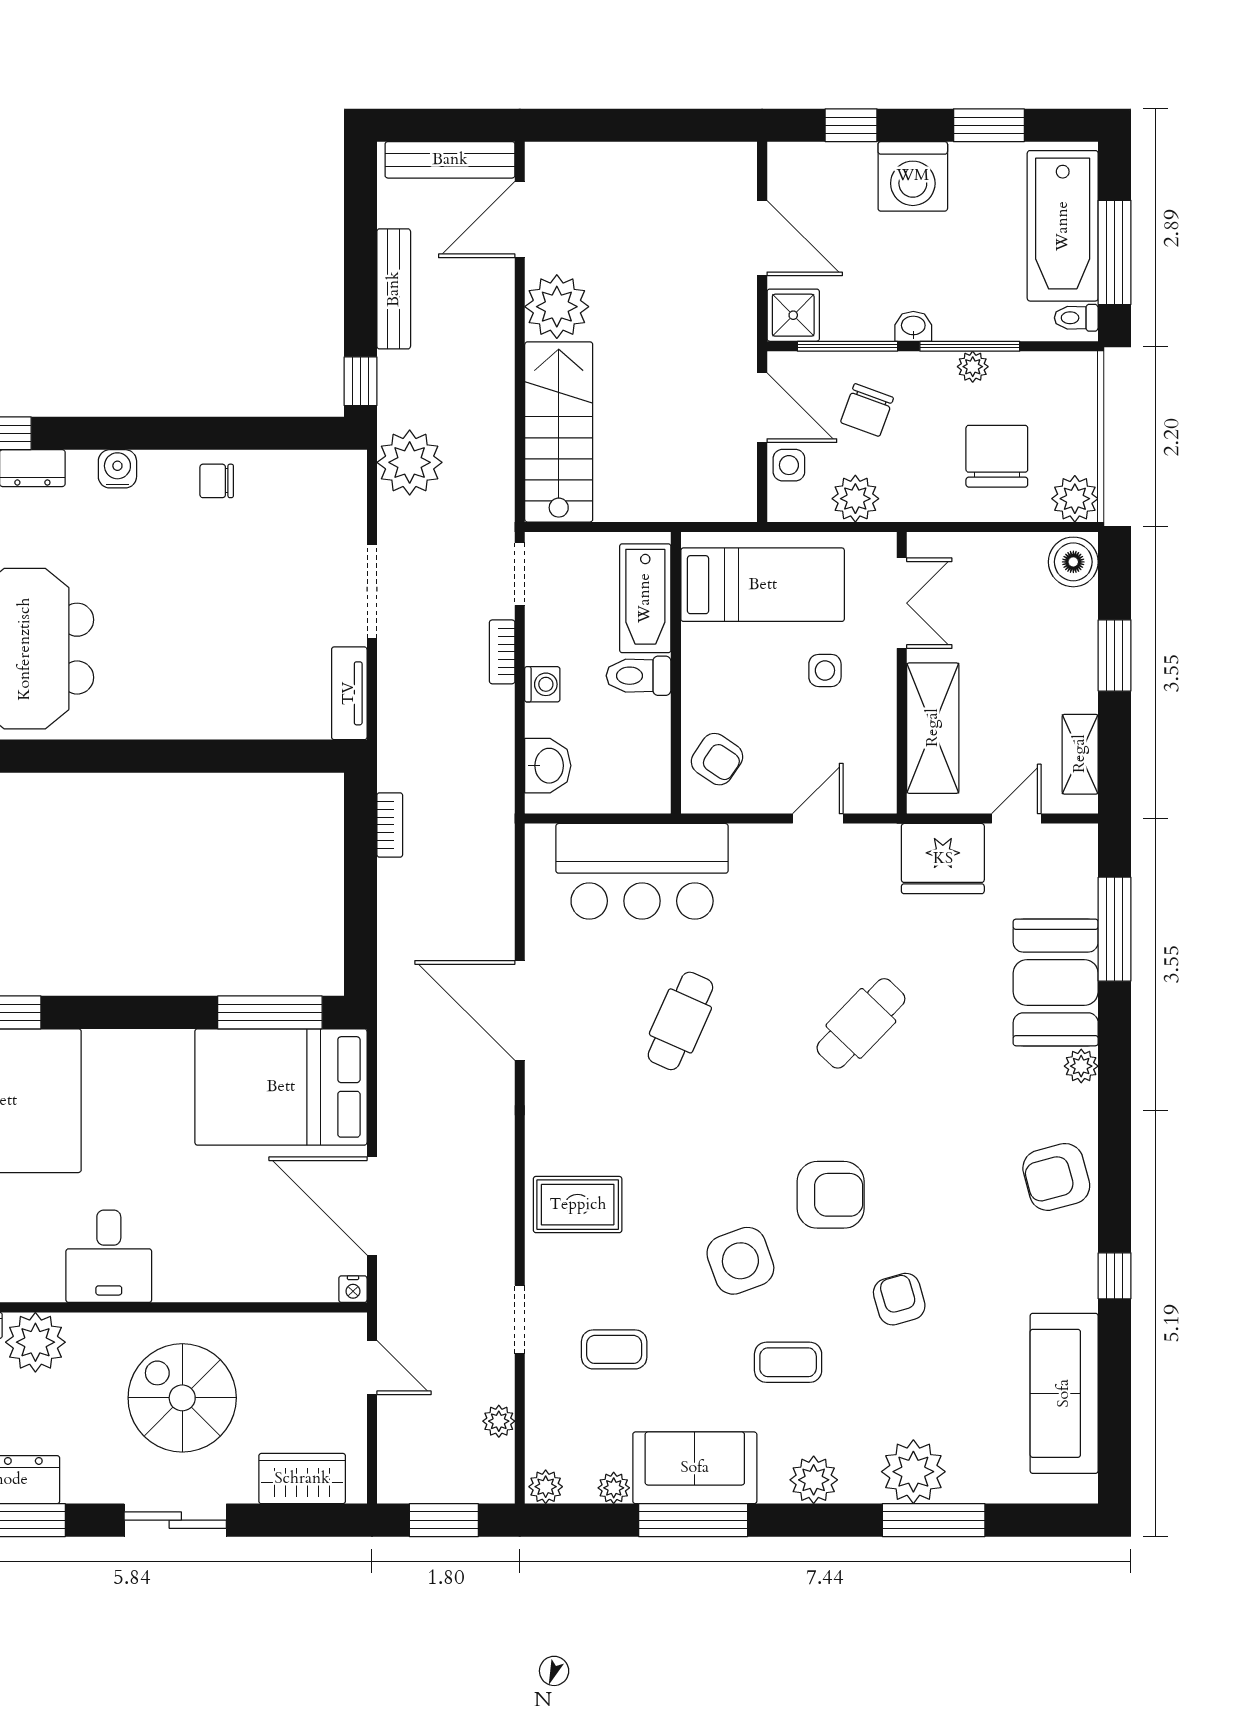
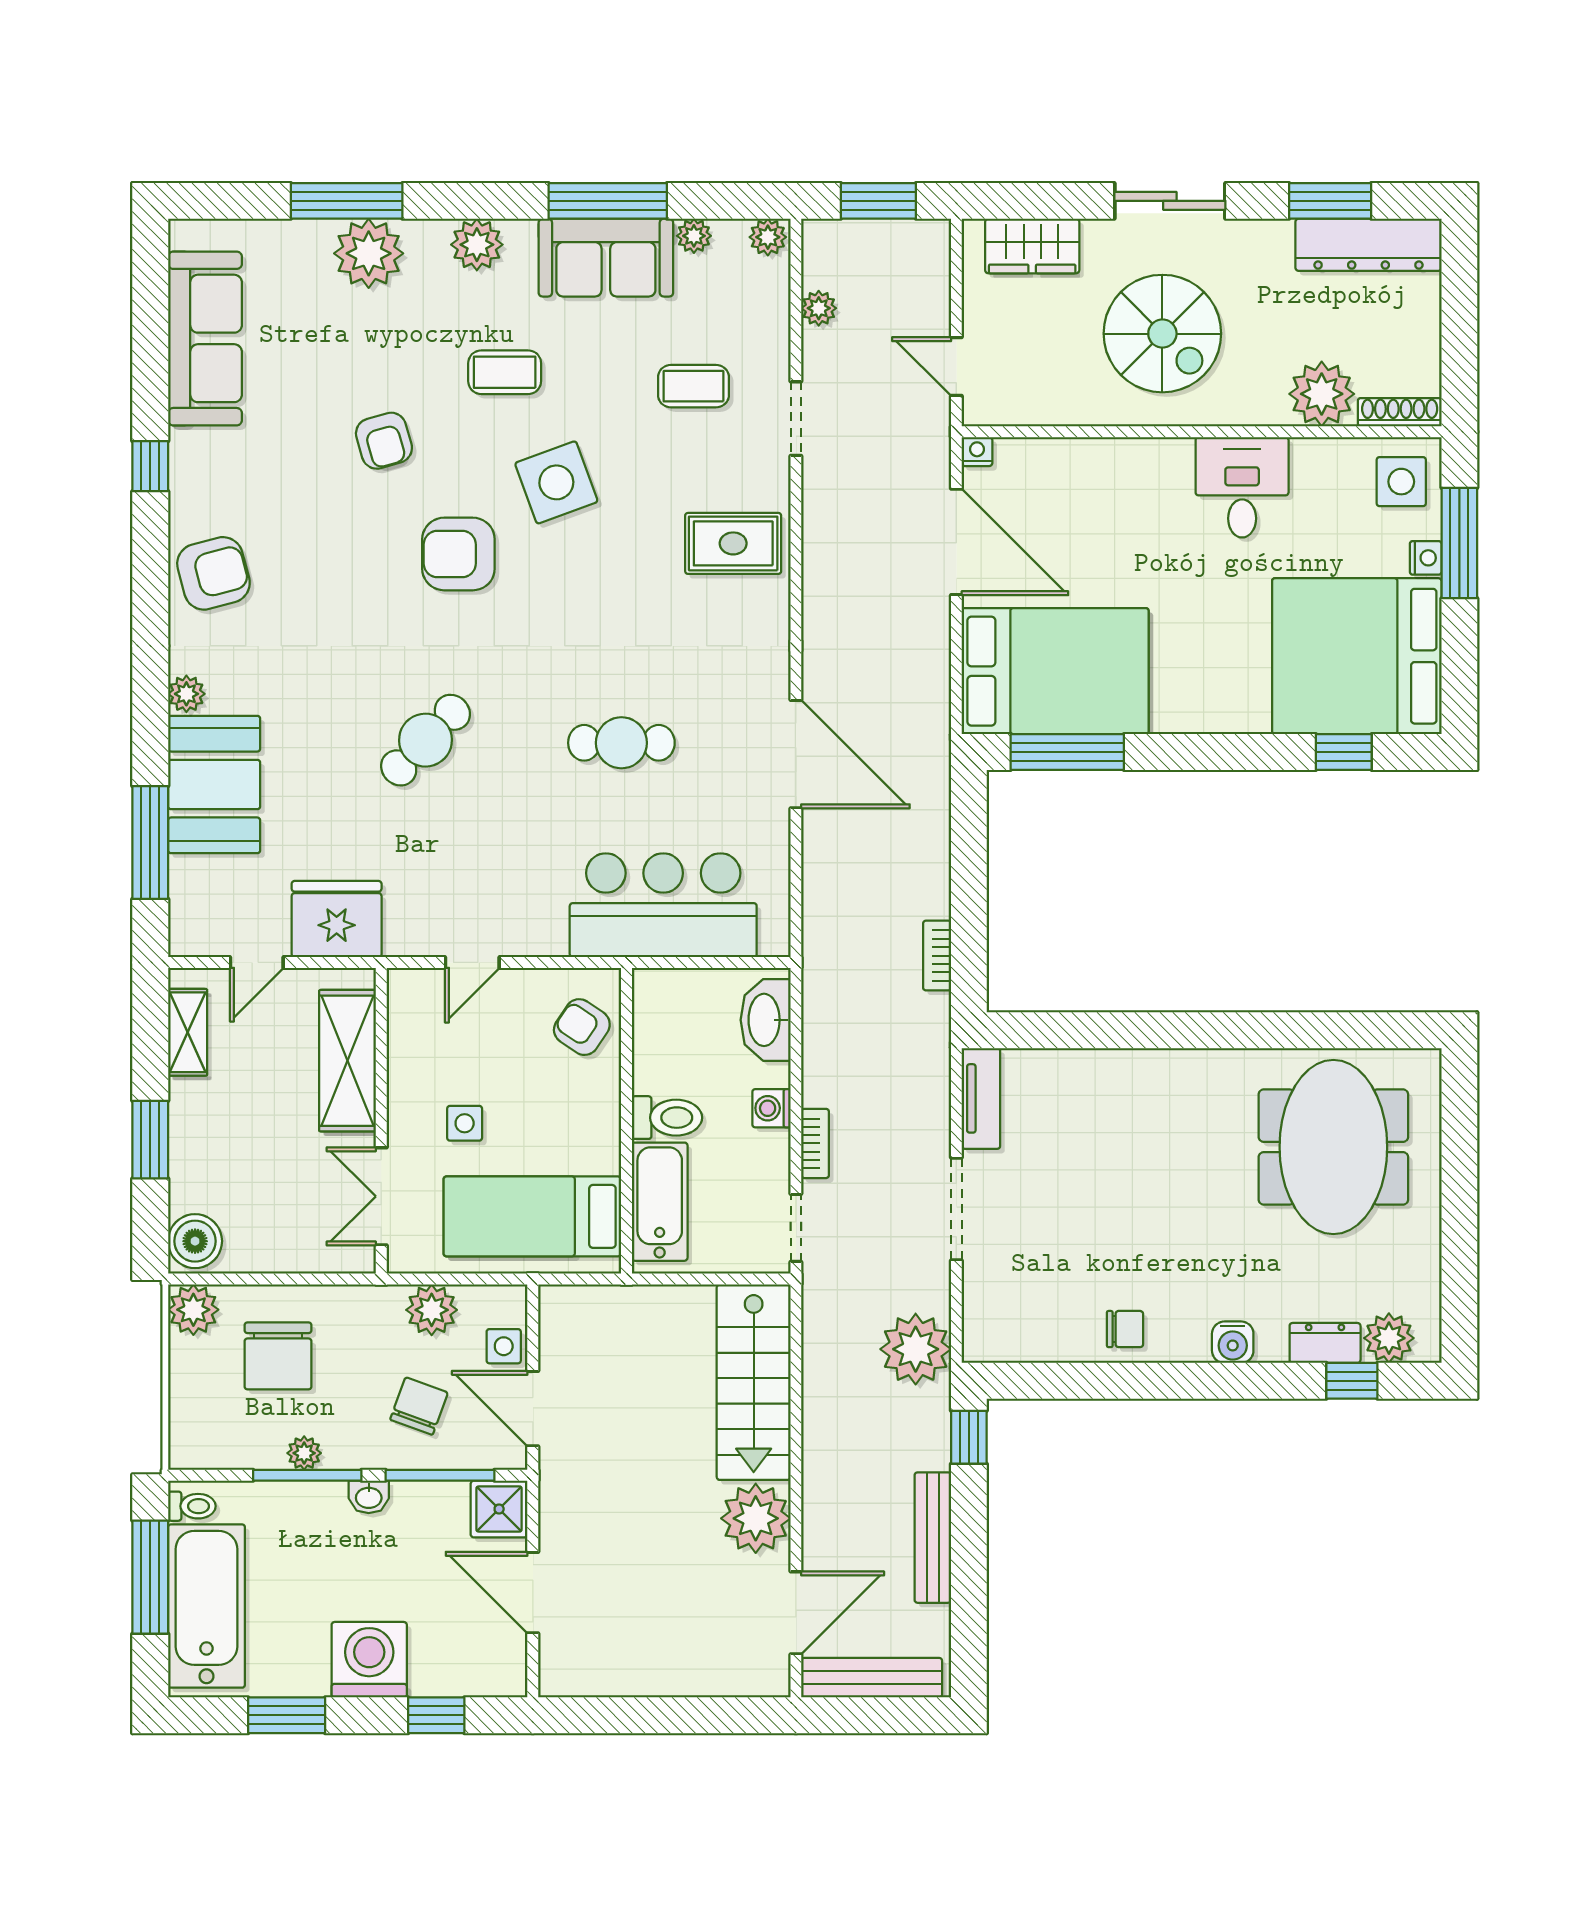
washbasin: (548, 766) -> (766, 1020), width x1.38
cafe table: (680, 1021) -> (621, 743), turned 66

